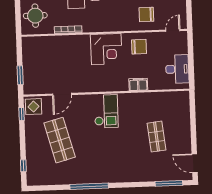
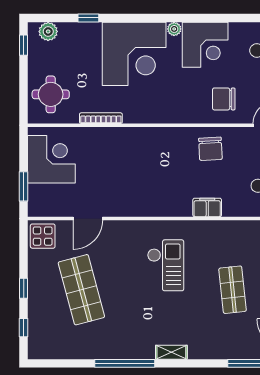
chair: (139, 47) -> (210, 149), turned 87
corner desk: (106, 49) -> (51, 159), moved, turned -90
checkout: (106, 111) -> (166, 265), moved
window: (21, 114) -> (24, 288), moved
shelving: (119, 178) -> (171, 352), added

